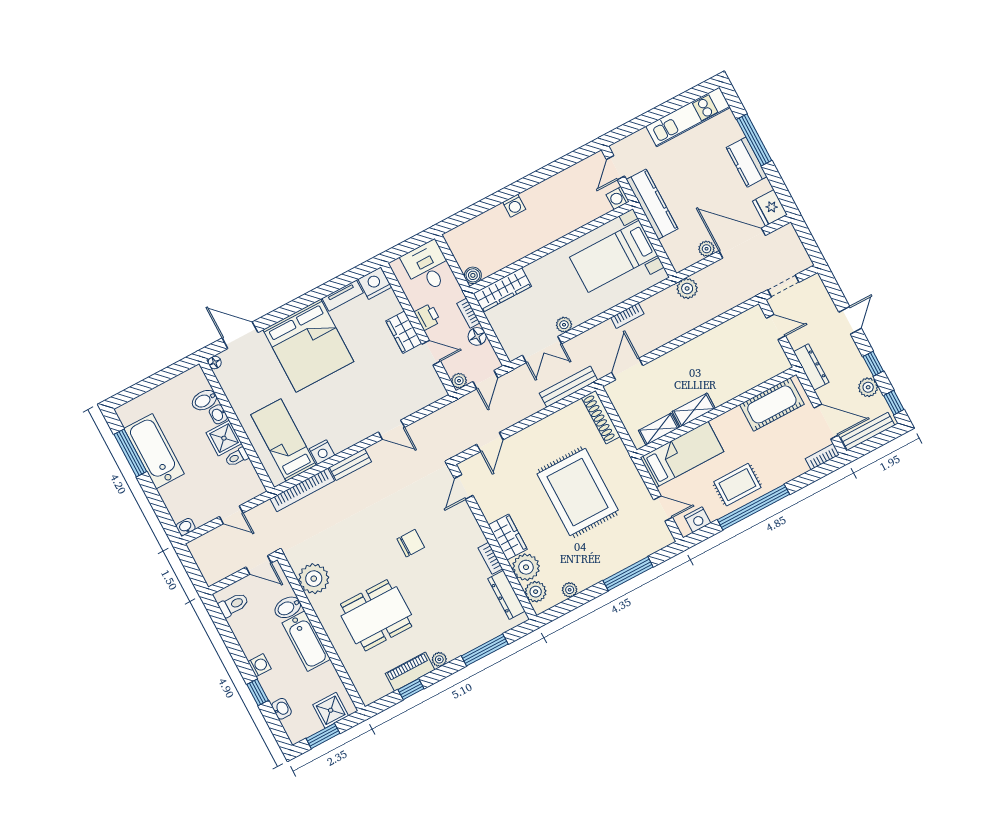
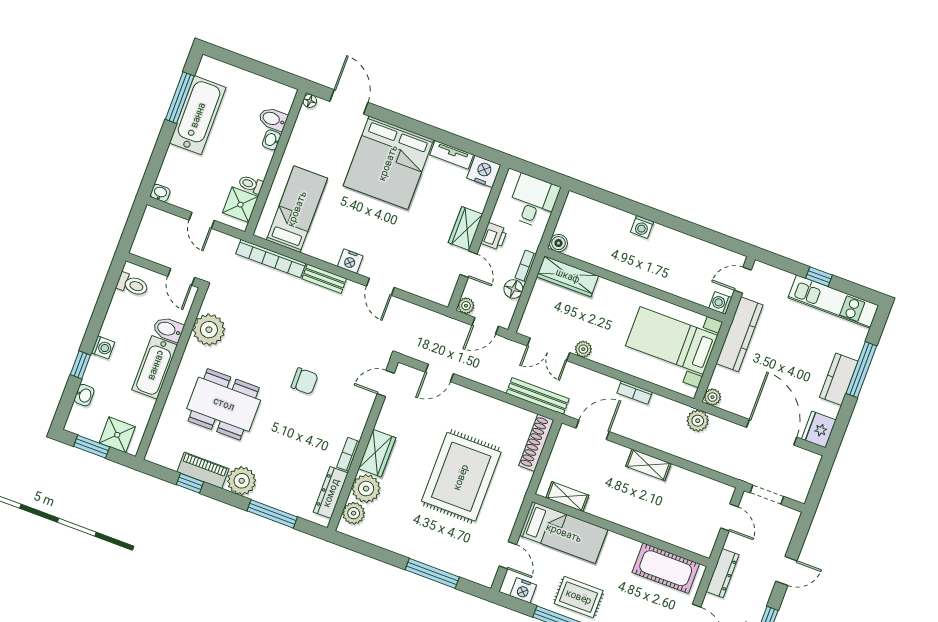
window: (661, 111) -> (819, 277), added
plant: (707, 249) -> (712, 397), moved
shelving: (694, 410) -> (648, 465), moved
shower: (224, 438) -> (240, 205), moved
nightstand: (322, 452) -> (350, 261), moved
plant: (570, 590) -> (379, 539), removed
plant: (439, 659) -> (242, 481), width x1.87, depth x1.87

